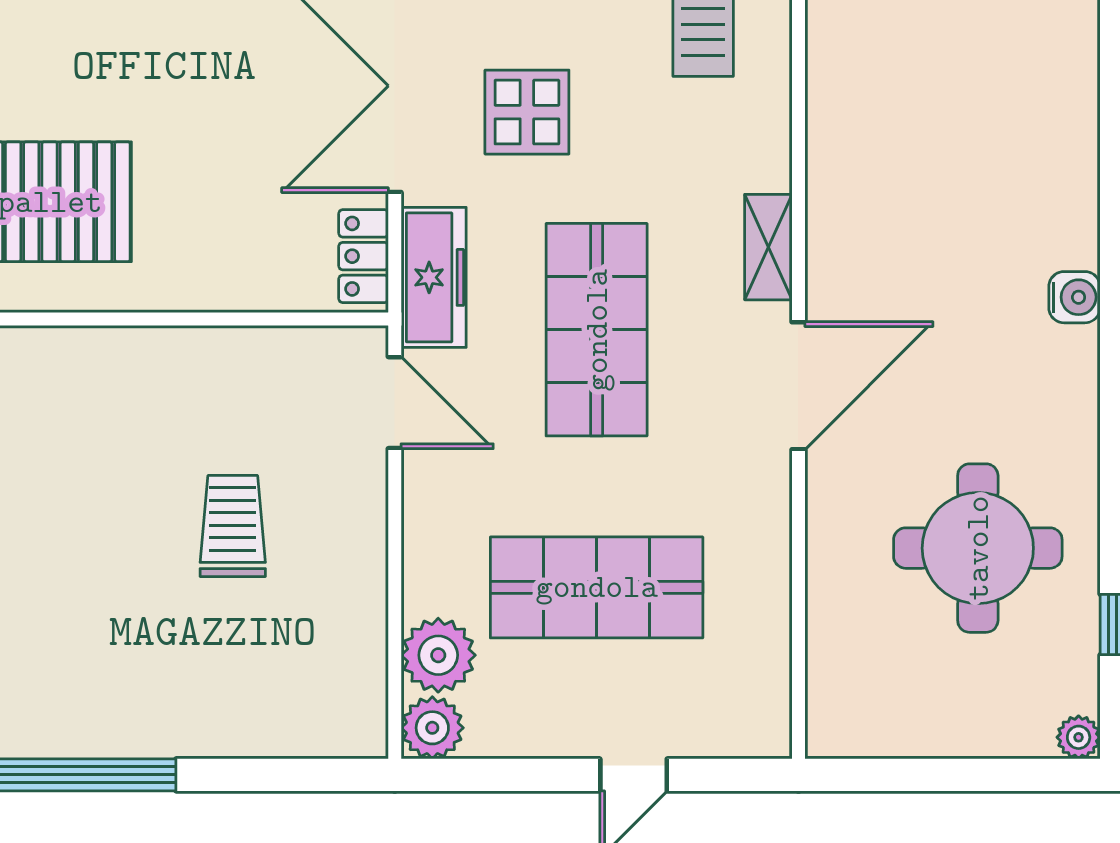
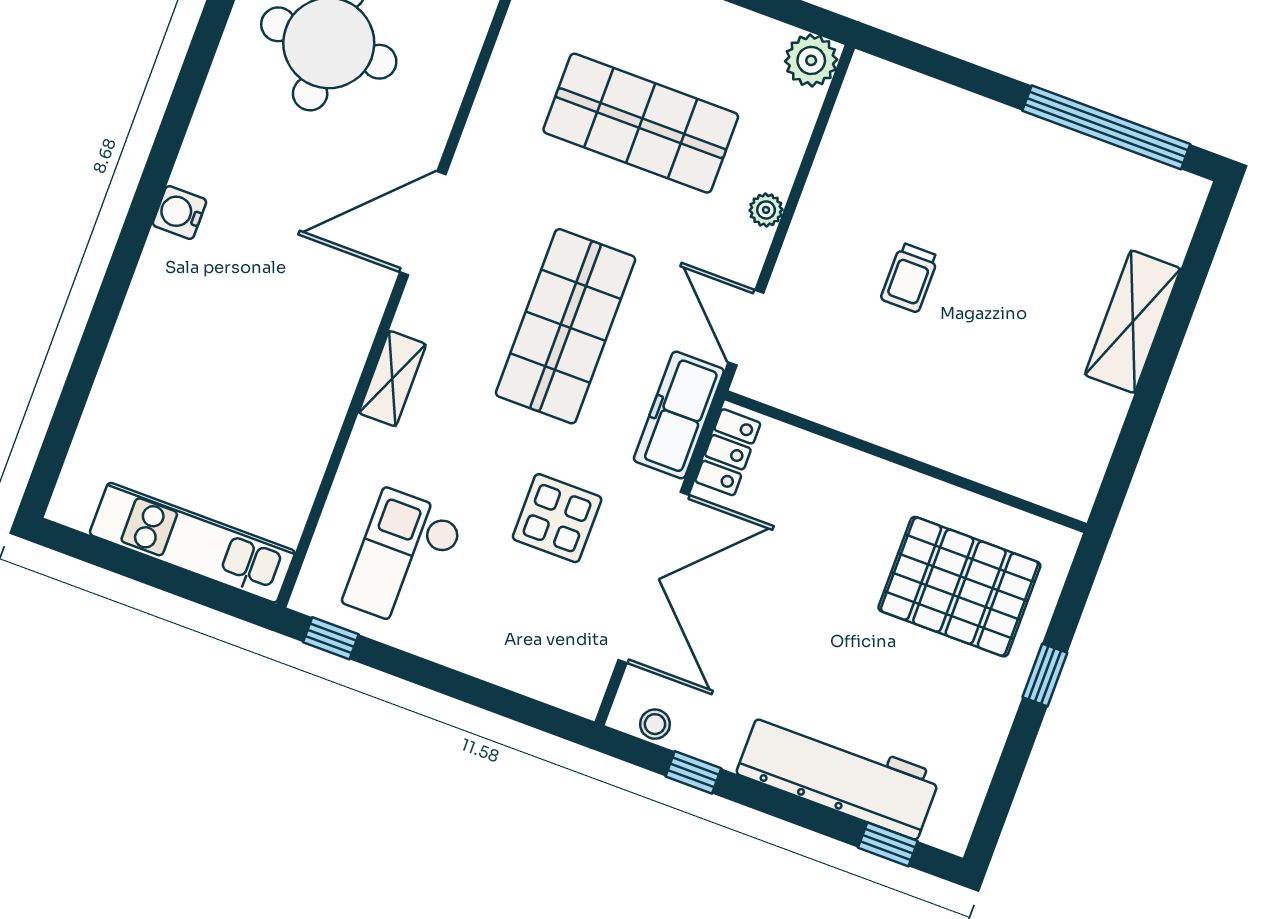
shelving: (768, 247) -> (392, 379), moved
trolley: (233, 526) -> (910, 278), width x0.73, depth x0.72
plant: (438, 655) -> (766, 210), moved, width x0.53, depth x0.53

